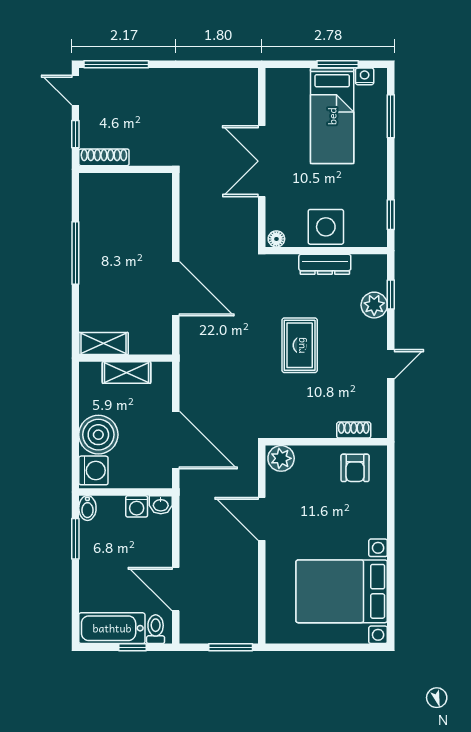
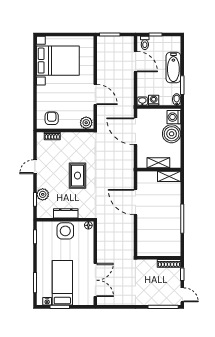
double door: (262, 161) -> (95, 280), moved
bathtub: (112, 628) -> (173, 68), moved, turned 90

